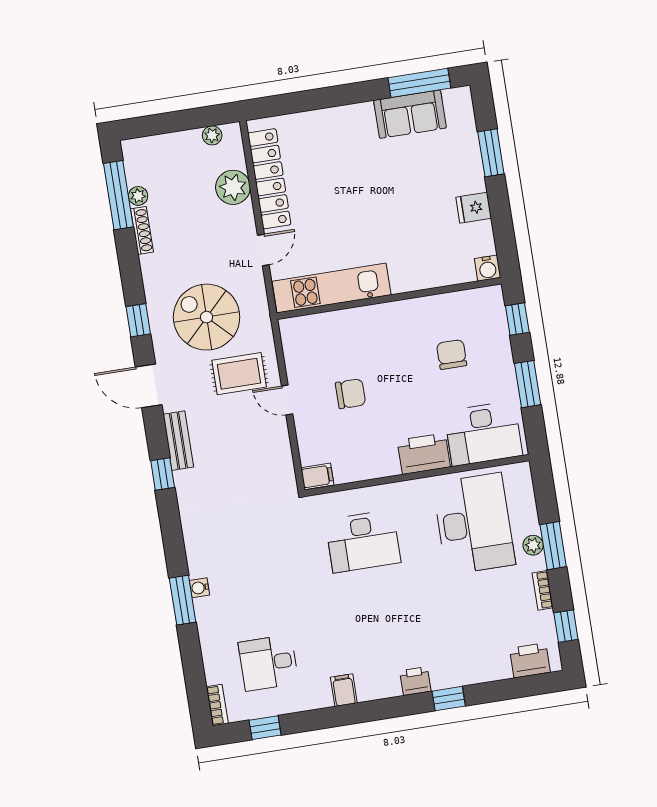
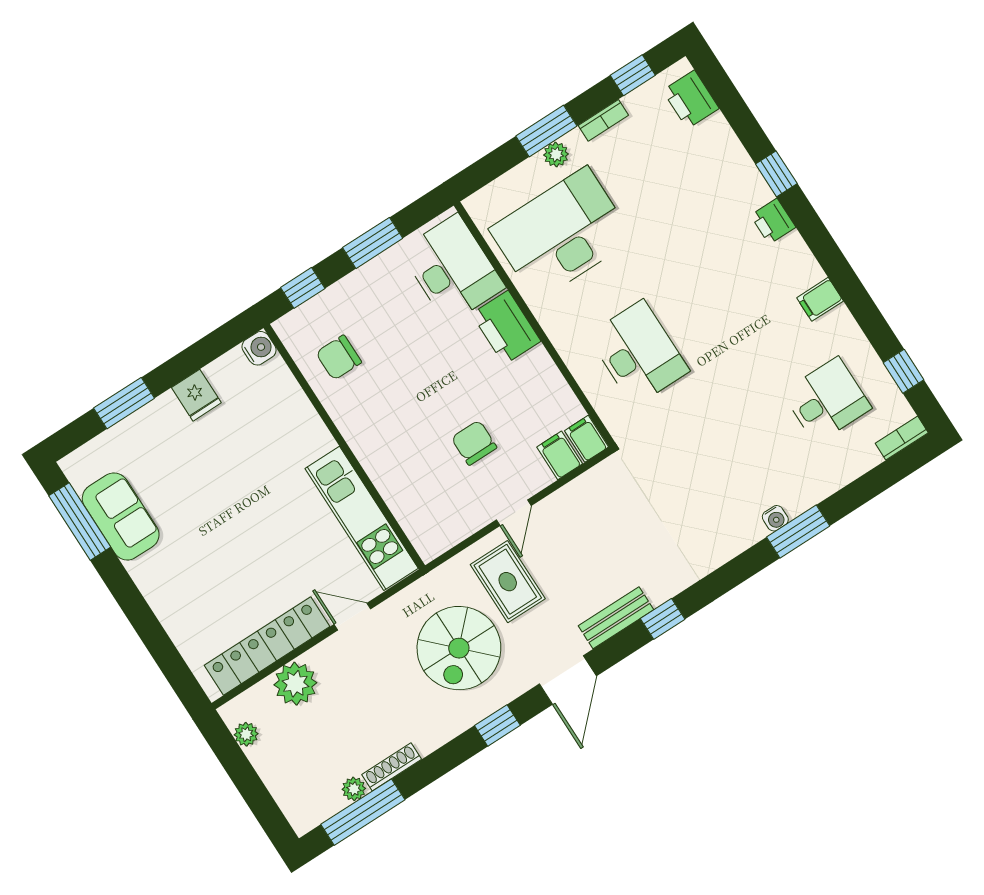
chair: (452, 354) -> (339, 358), moved
filing cabinet: (314, 452) -> (560, 455), added
desk: (268, 663) -> (827, 400), turned -90

